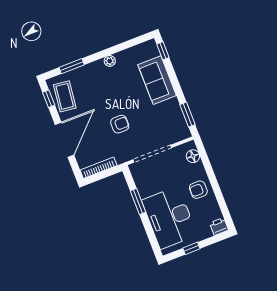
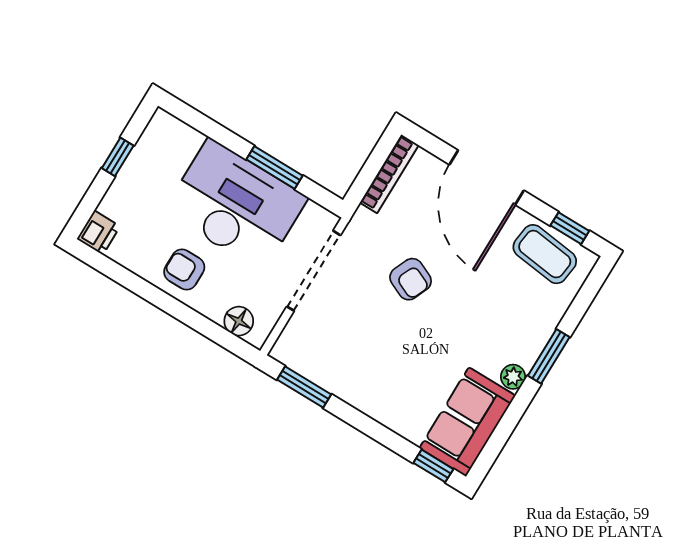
window: (72, 66) -> (549, 356), moved
sofa: (157, 80) -> (467, 422), moved, turned -90
armchair: (120, 124) -> (411, 279), turned -66
armchair: (198, 190) -> (184, 269), turned -90
desk: (169, 218) -> (236, 205), moved

